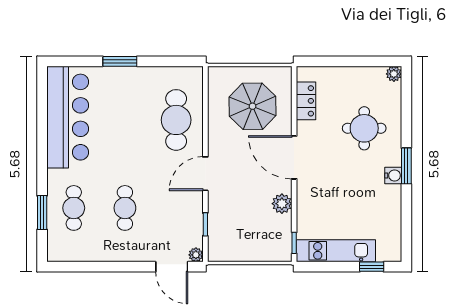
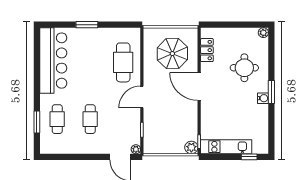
plant: (282, 204) -> (191, 147), moved

